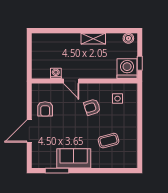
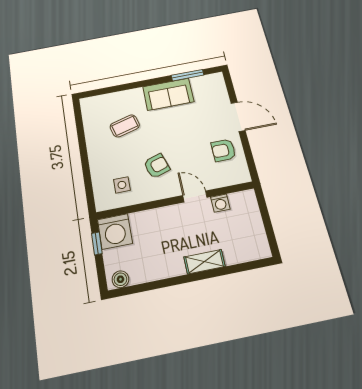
shelving: (93, 39) -> (204, 262), moved
armchair: (45, 109) -> (223, 150), turned -90
door: (29, 131) -> (238, 117), hinge flipped

